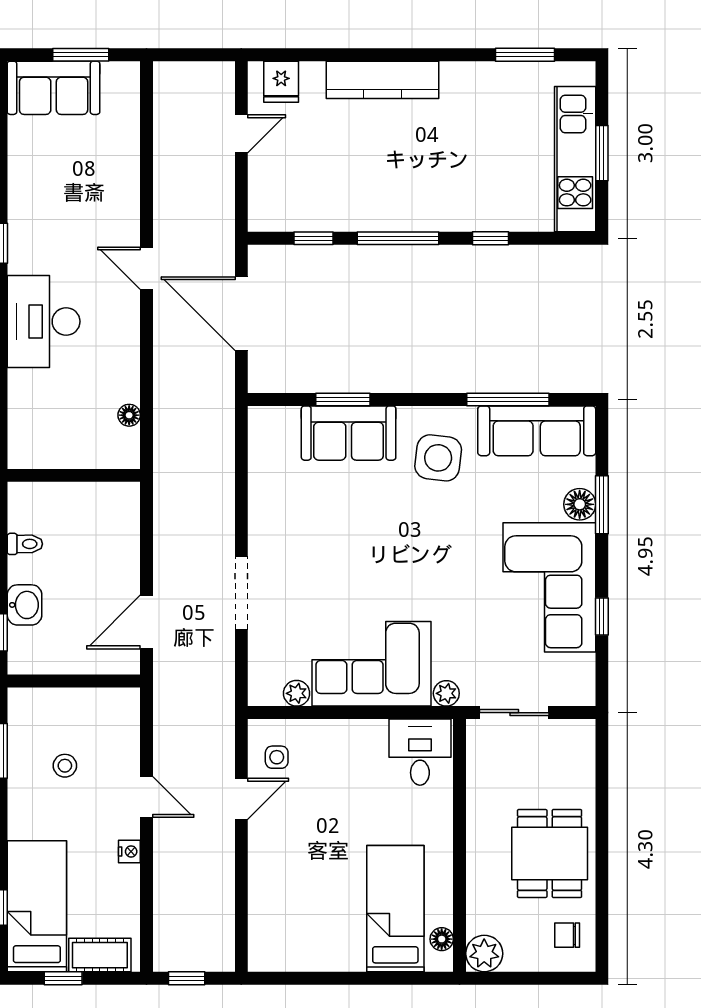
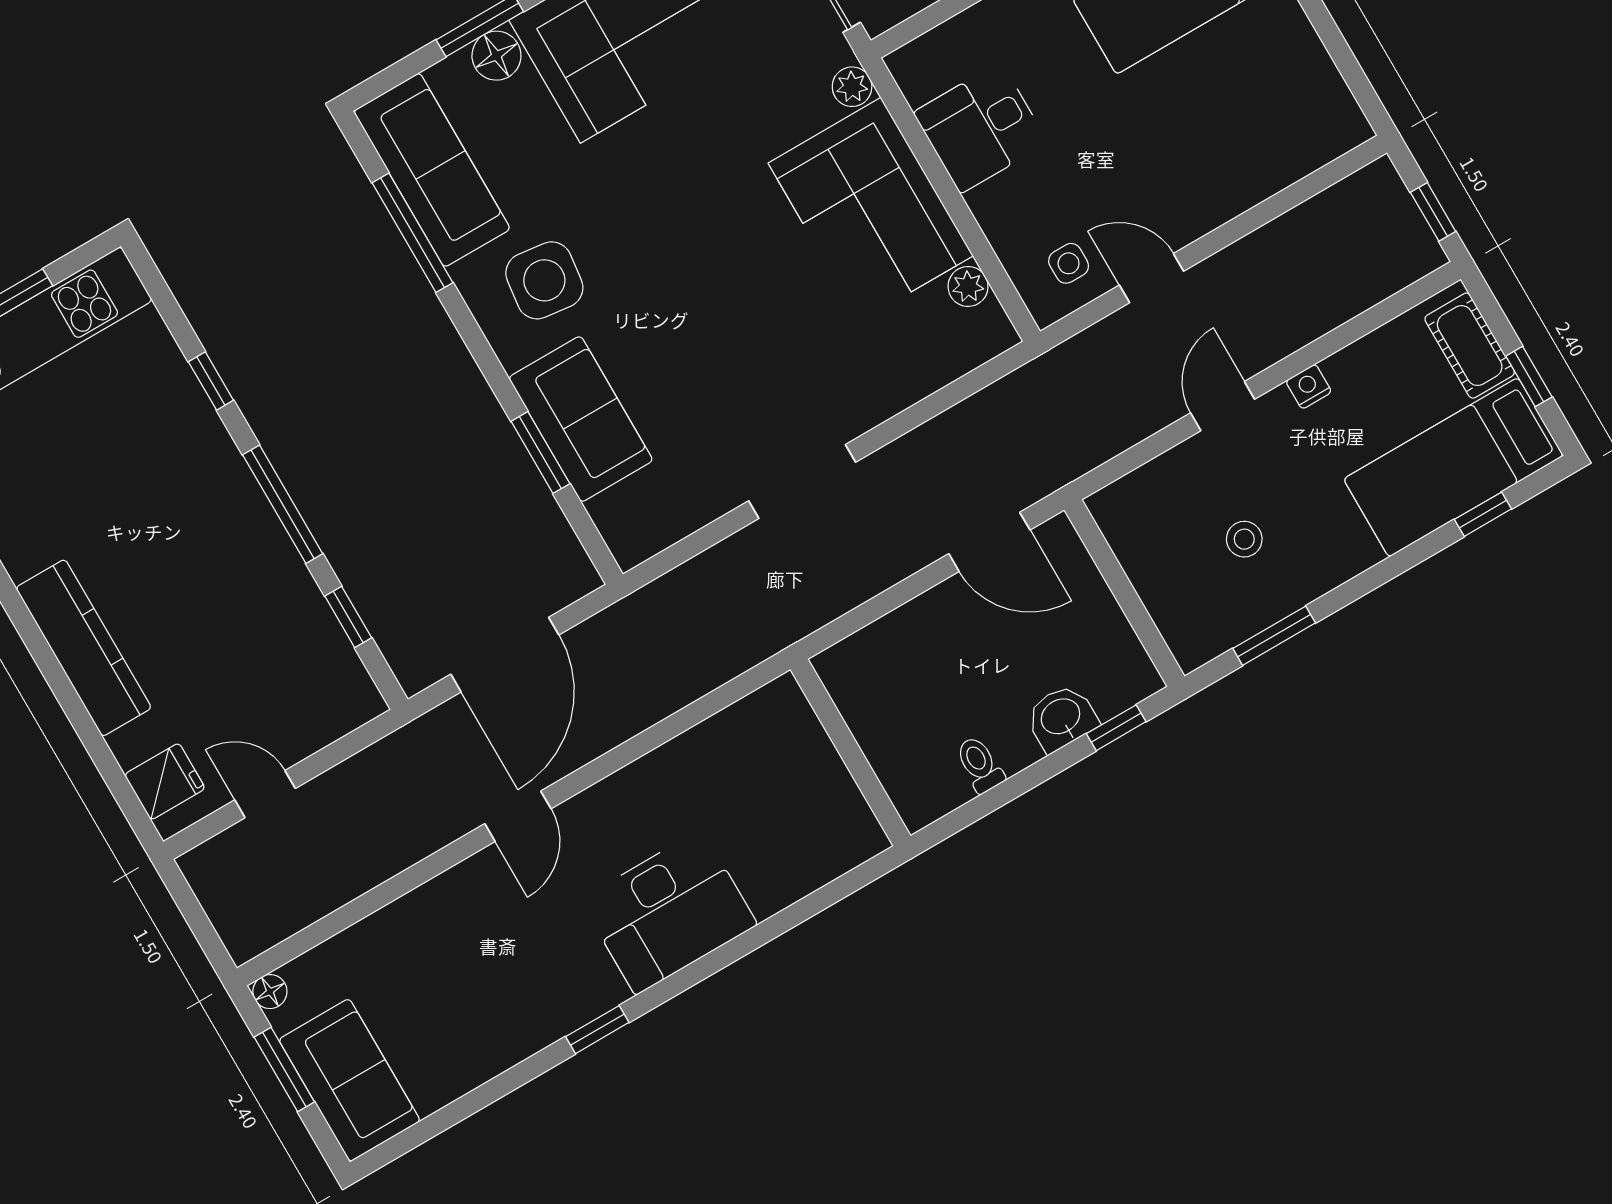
floor lamp: (129, 415) -> (270, 992), moved
doorway: (241, 593) -> (802, 481), moved
desk: (420, 752) -> (981, 128), moved

